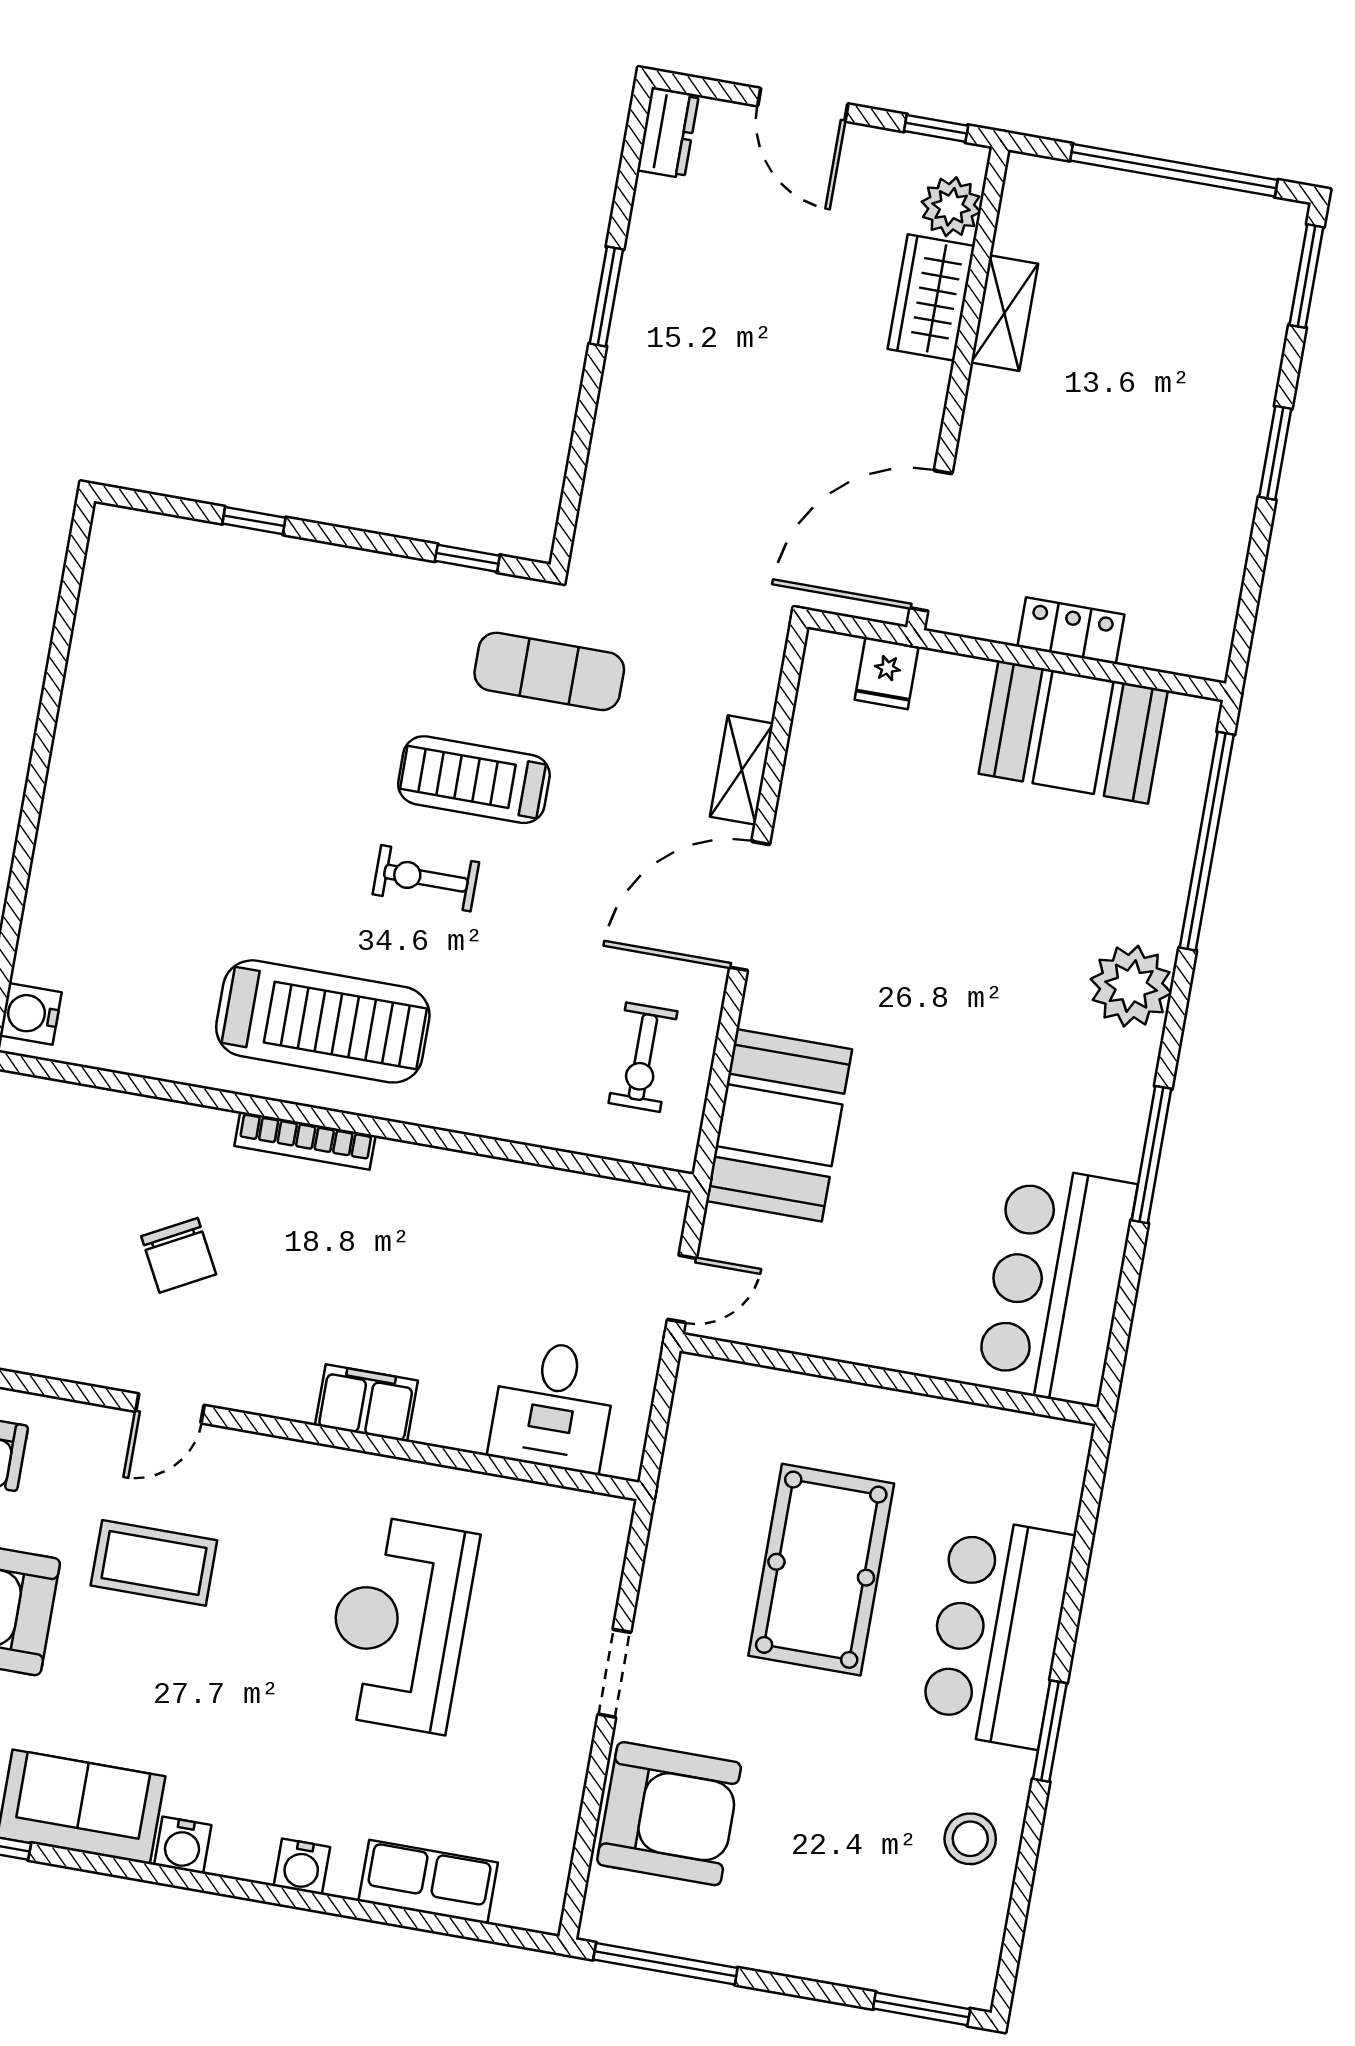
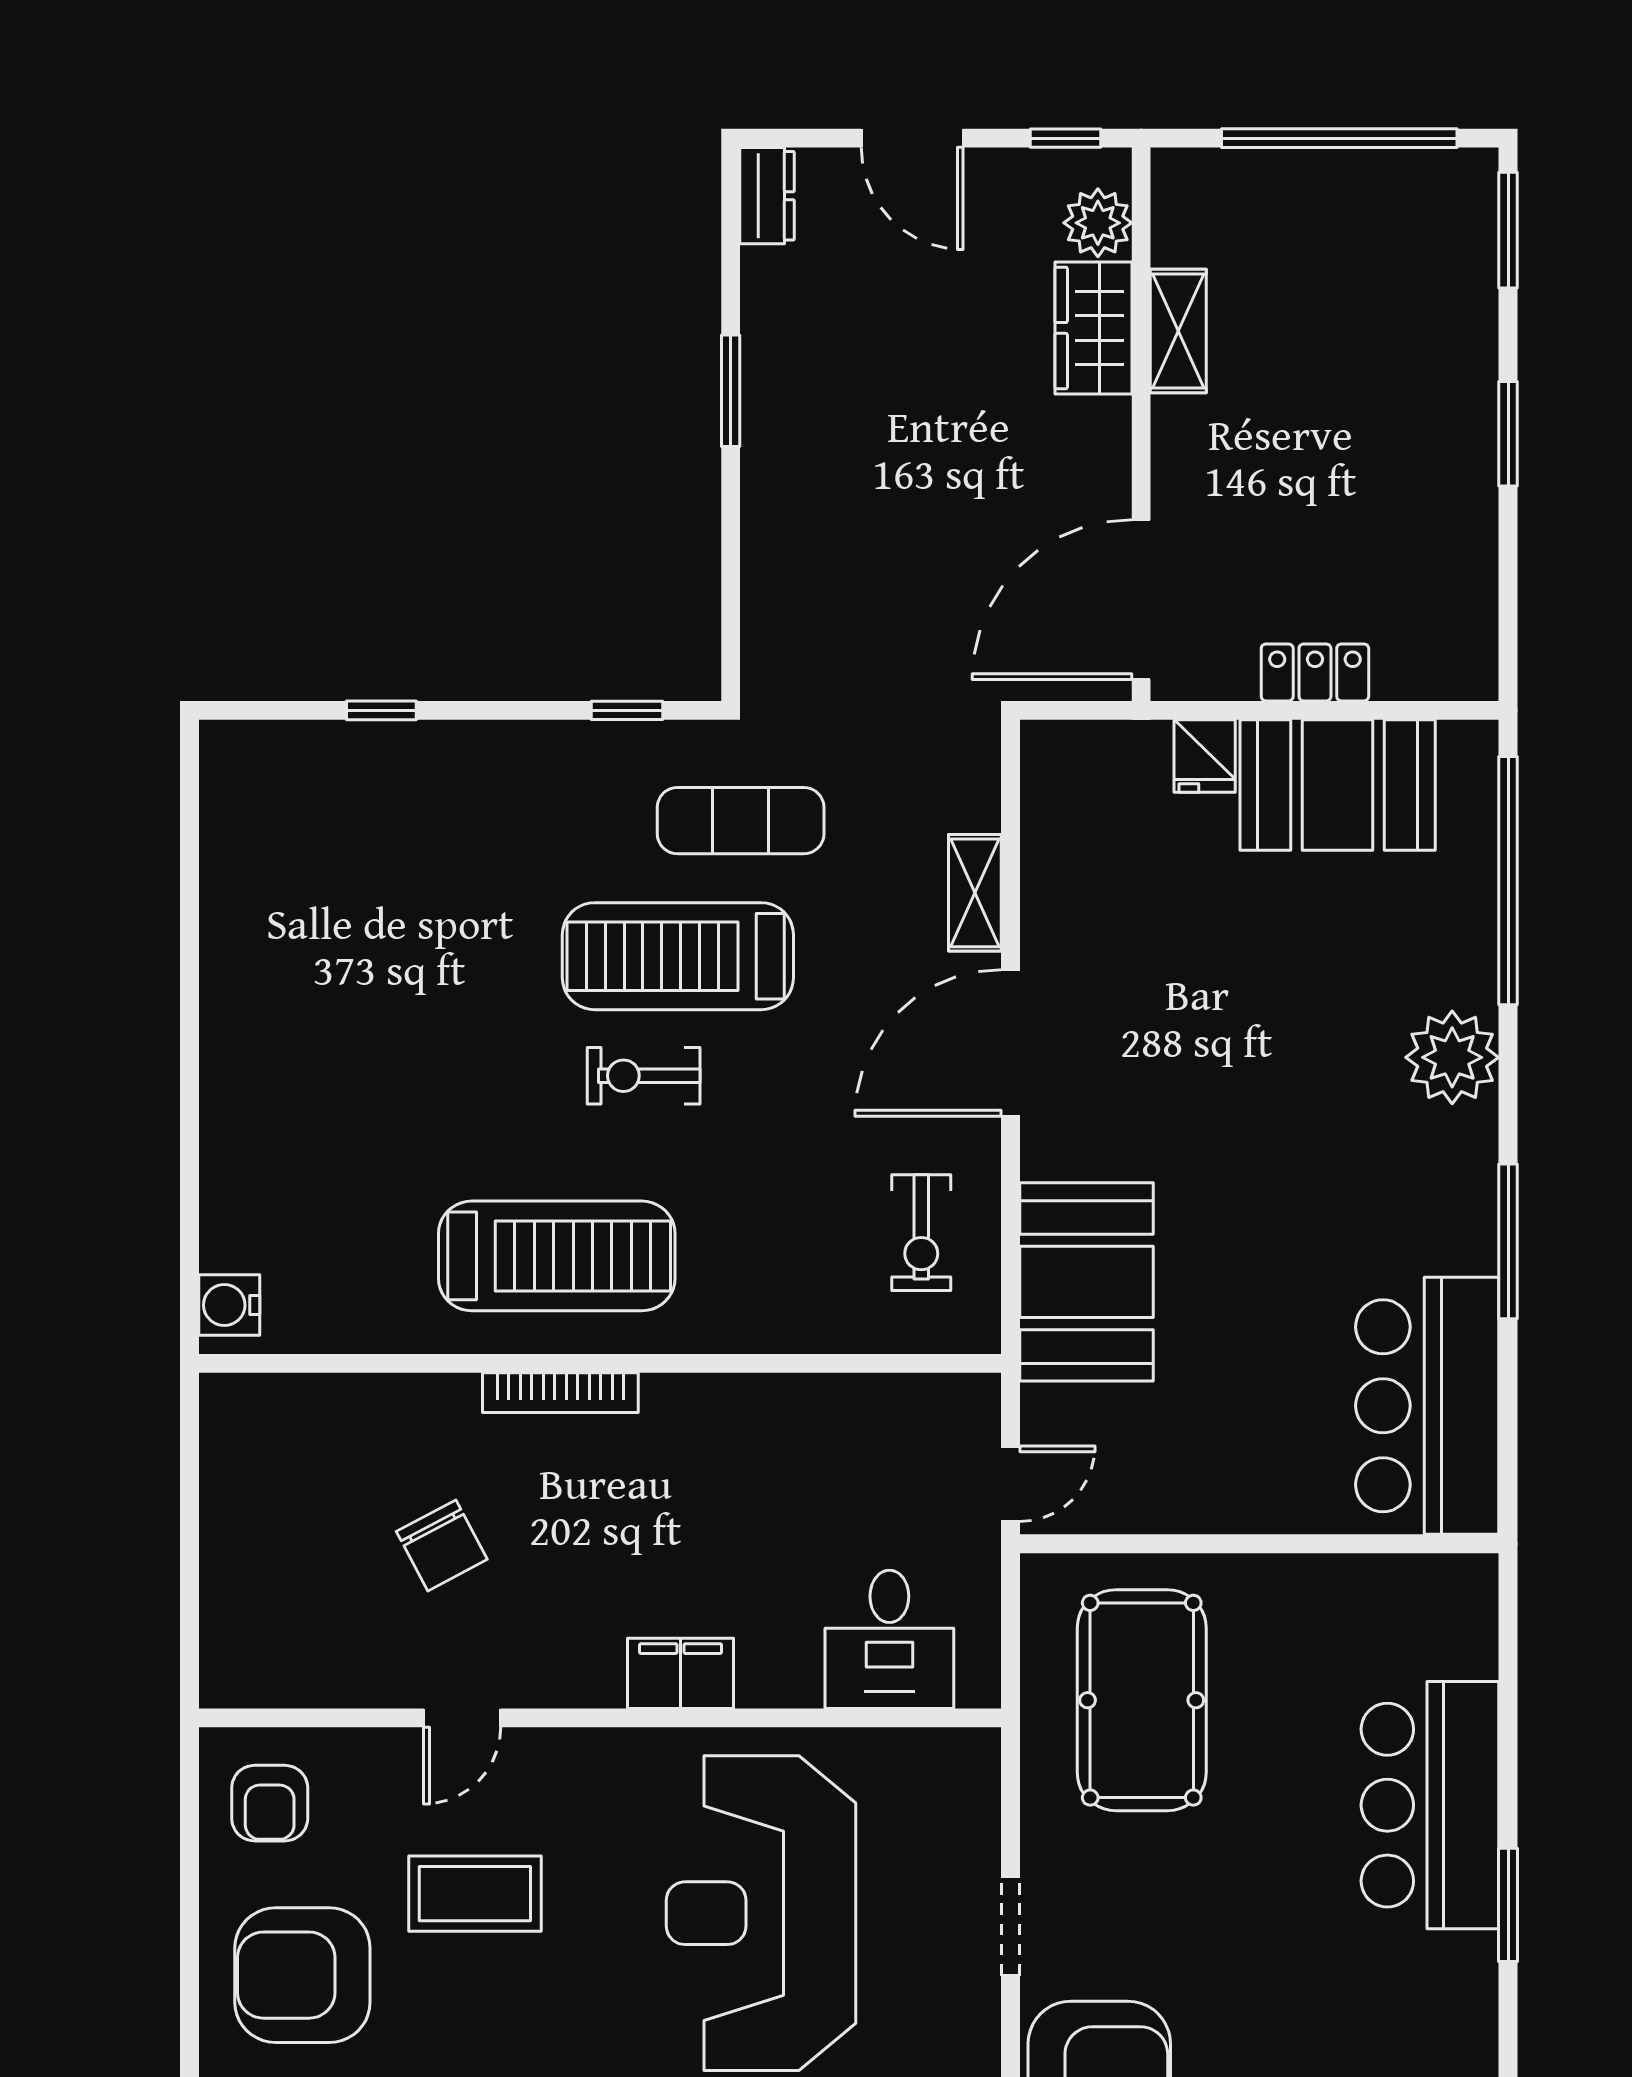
fridge: (887, 673) -> (1205, 756), moved
treadmill: (474, 780) -> (678, 956), width x1.37, depth x1.38
pool table: (821, 1570) -> (1142, 1700), moved
reception desk: (400, 1624) -> (761, 1913), width x1.36, depth x1.30
stool: (970, 1839) -> (1440, 2041), removed

